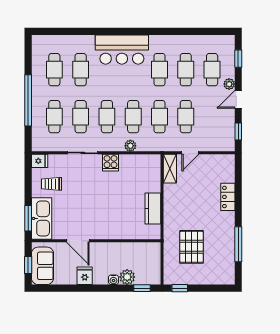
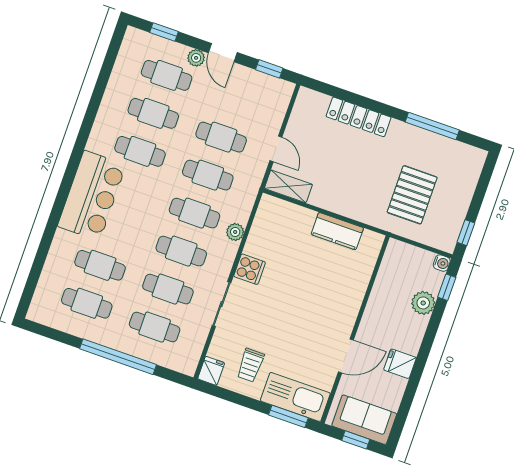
locker: (228, 197) -> (359, 117), width x1.53
pallet: (191, 247) -> (412, 195), turned 90
water cooler: (113, 280) -> (442, 263), moved

